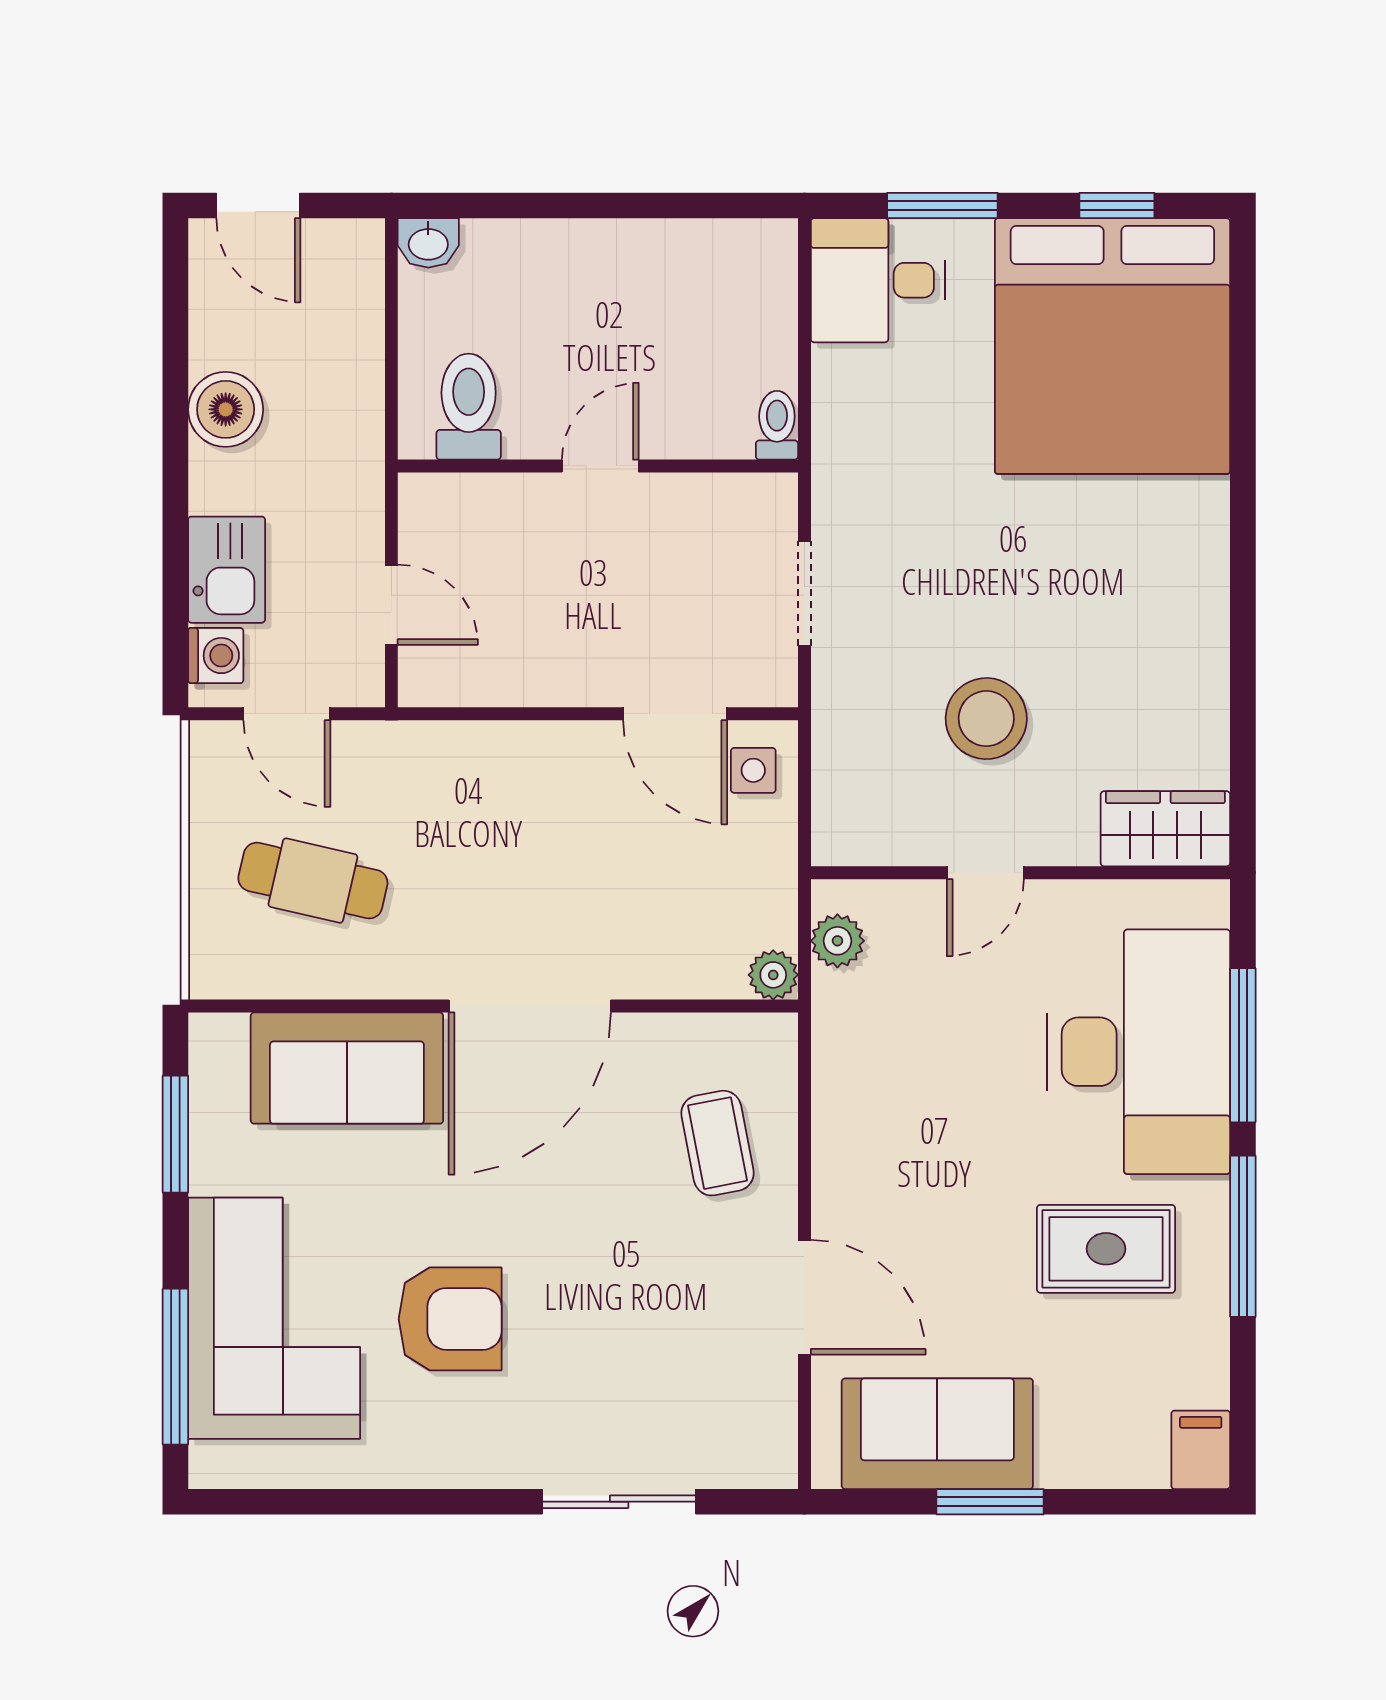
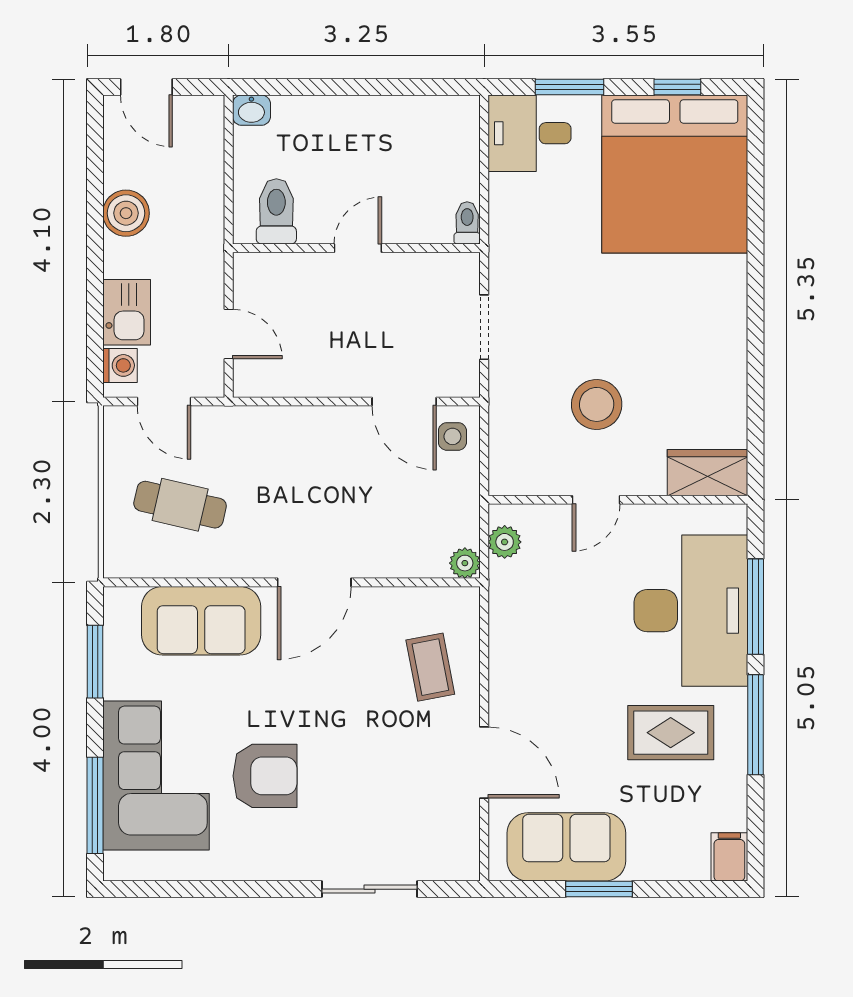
door: (530, 1006) -> (314, 582), width x0.73

